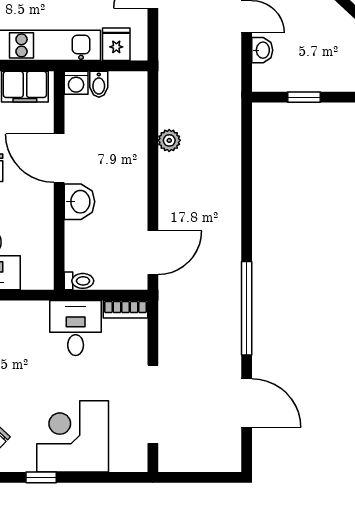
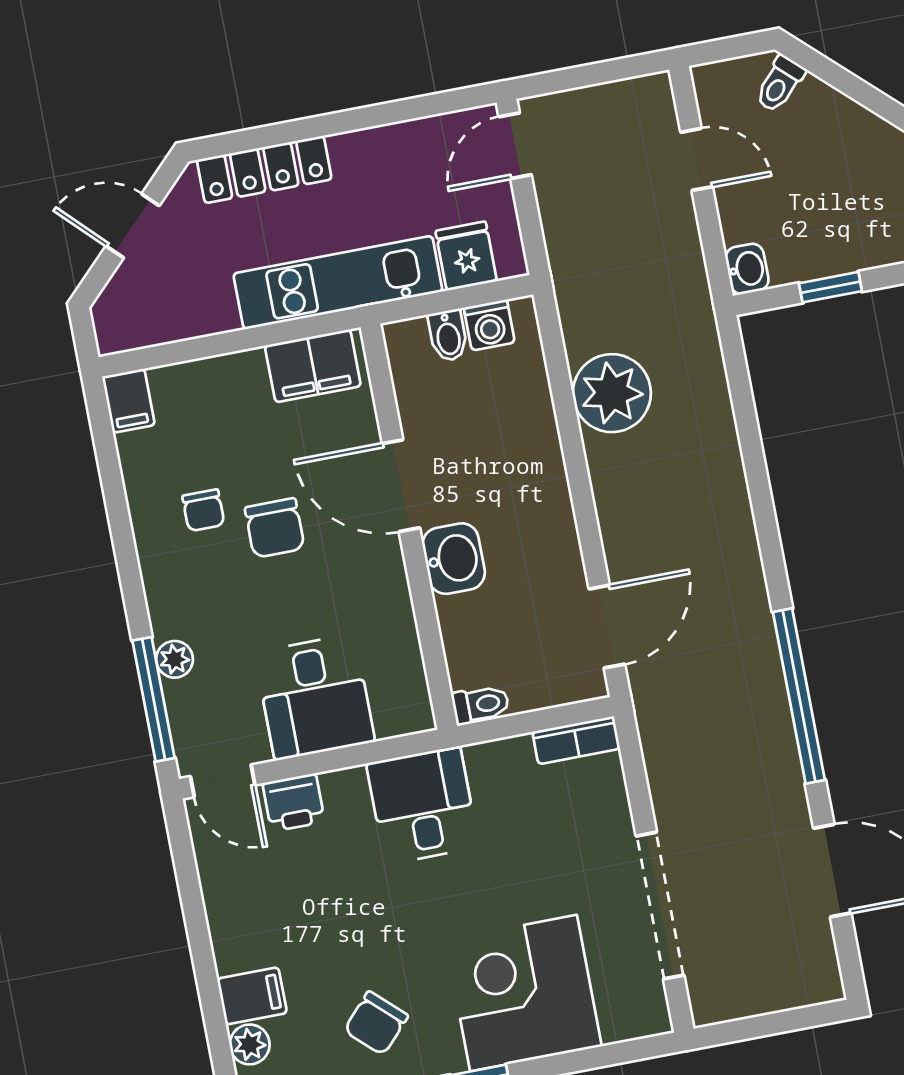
washbasin: (262, 50) -> (747, 269), moved
washing machine: (76, 83) -> (489, 325), moved
plant: (169, 140) -> (612, 393), width x1.88, depth x1.88
desk: (76, 328) -> (423, 805), moved

